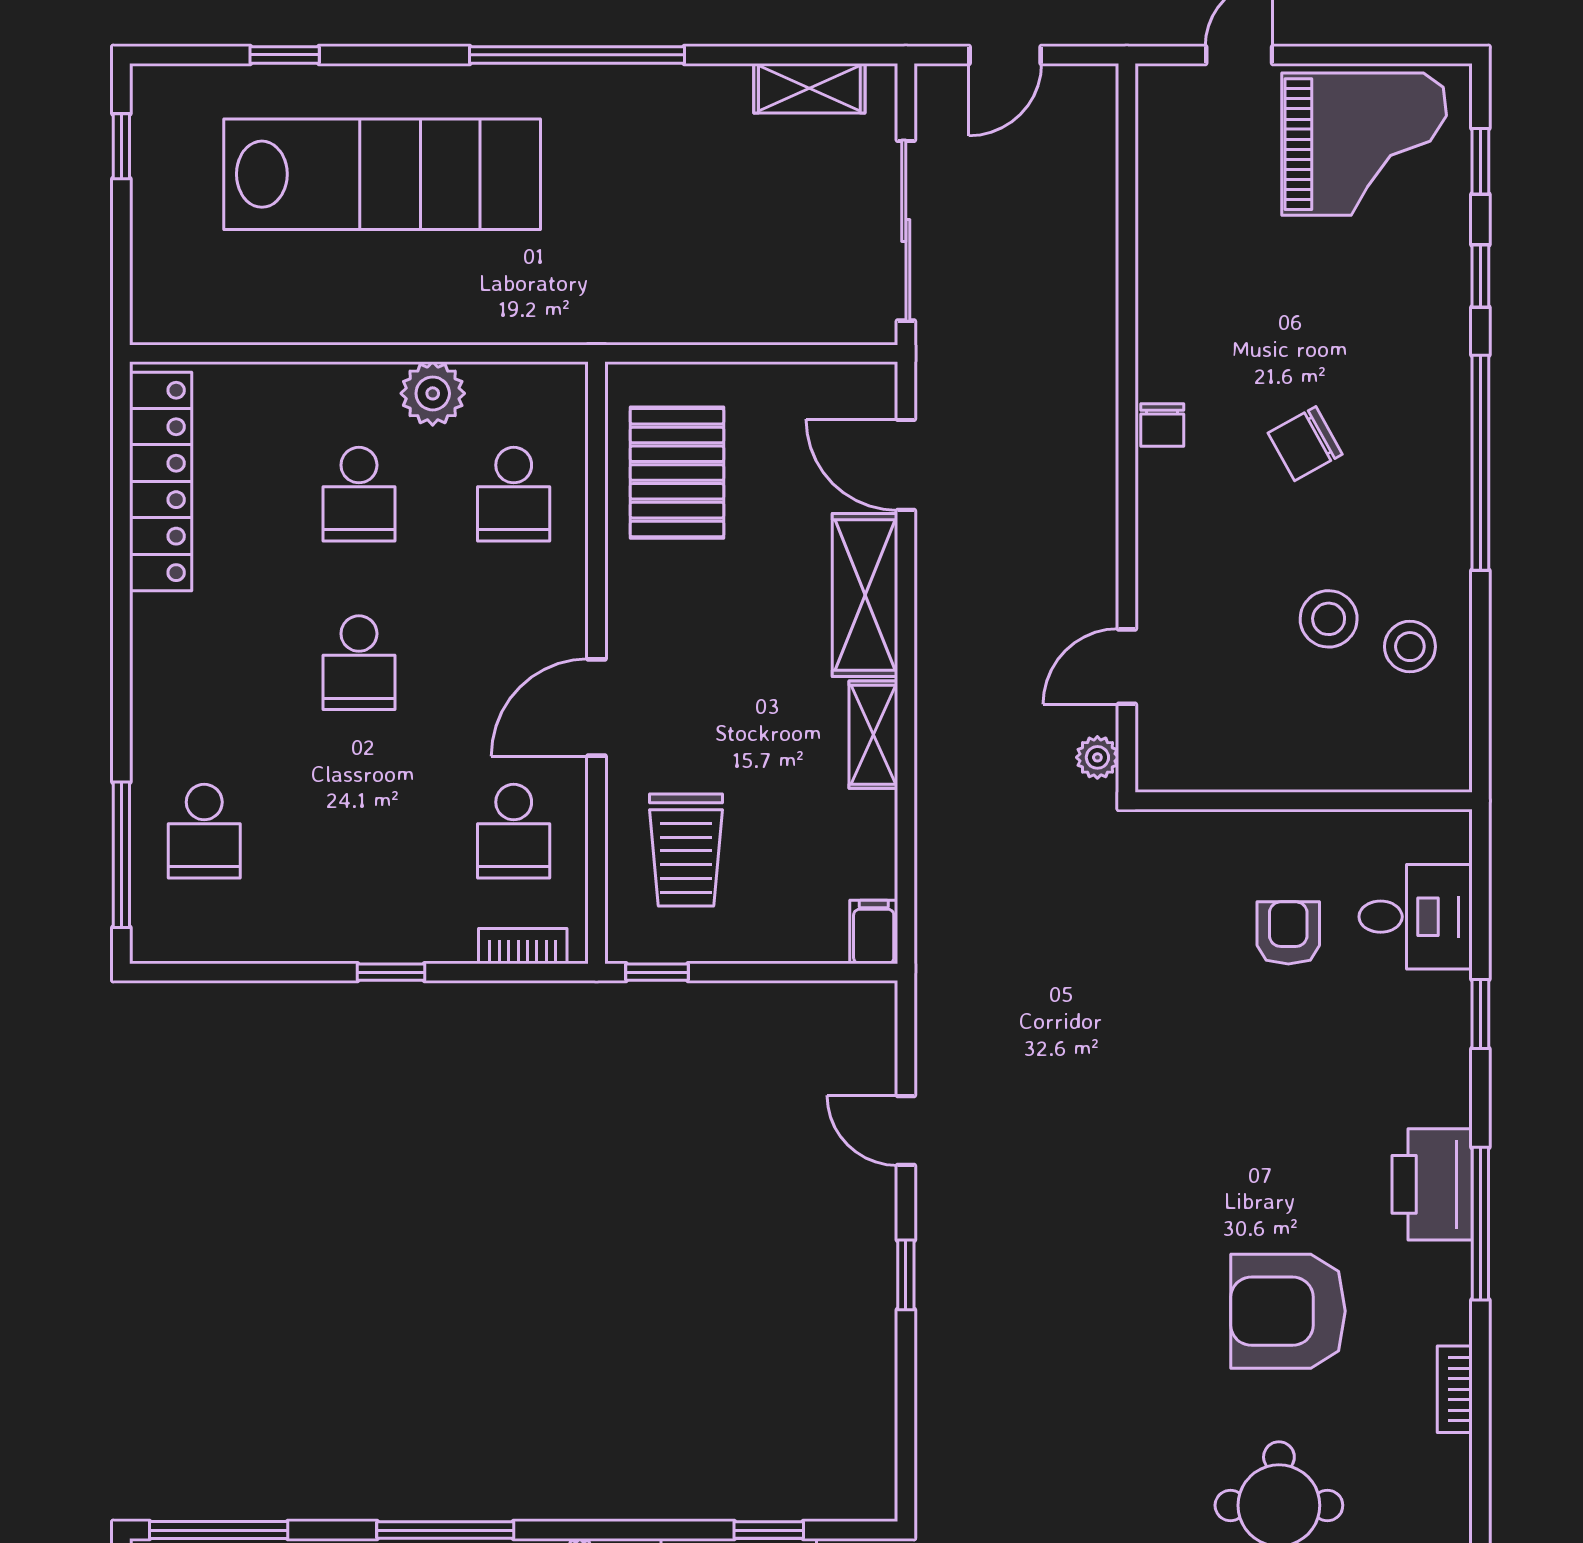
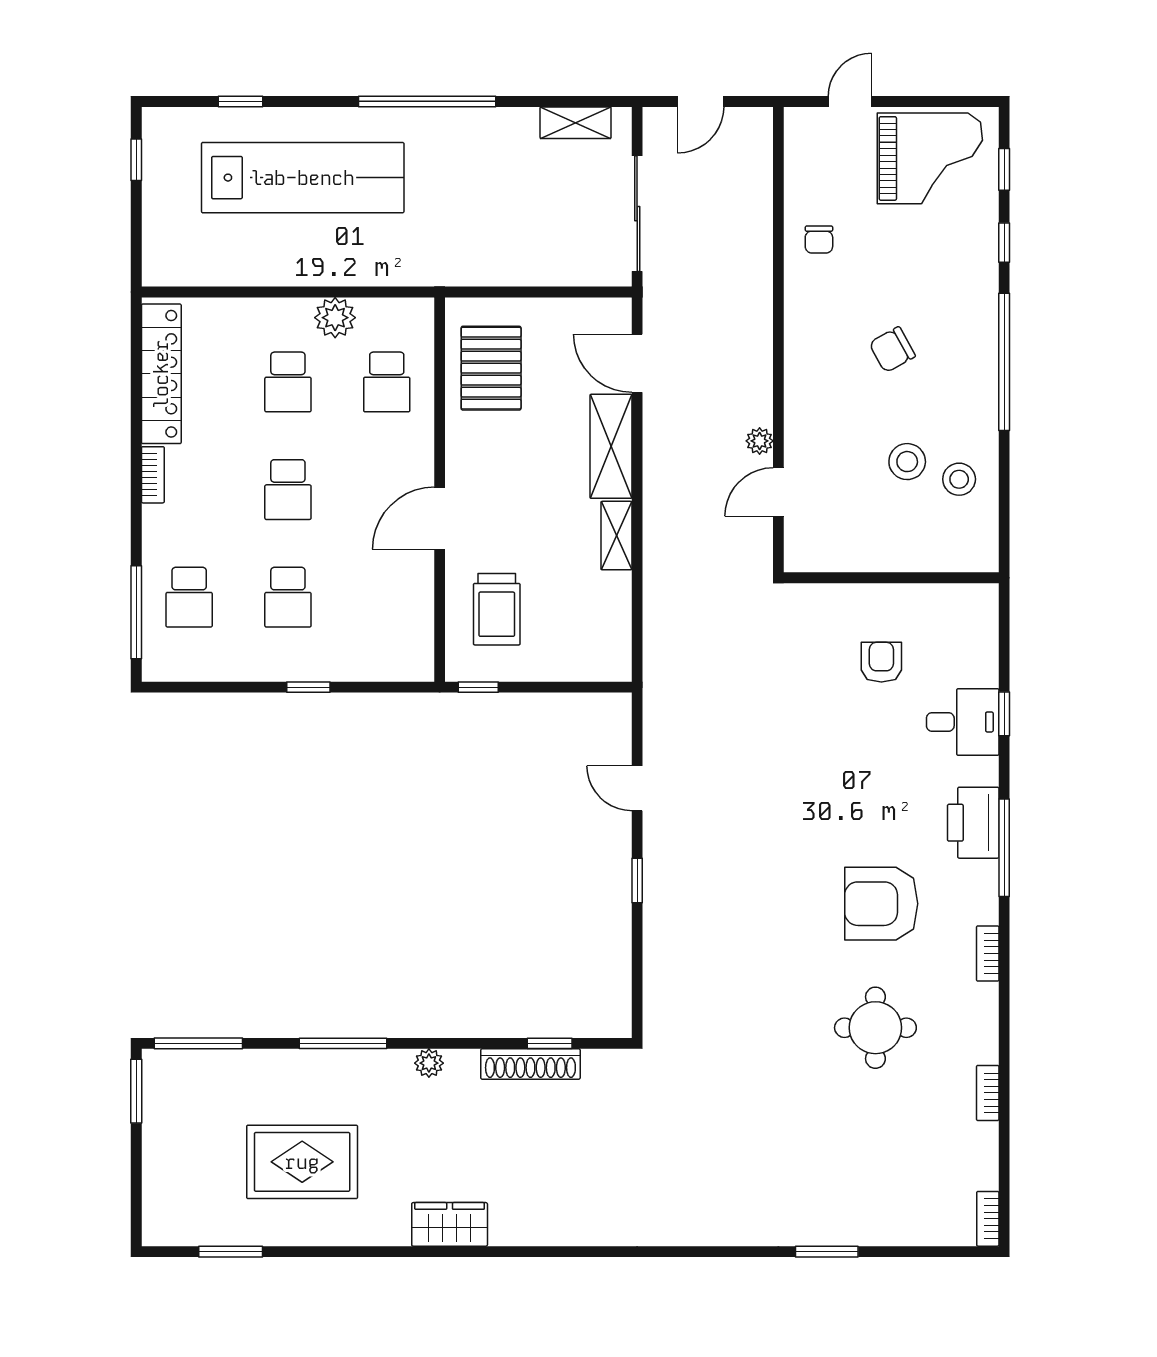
chair: (1162, 425) -> (819, 240), moved
plant: (1097, 757) -> (760, 441), moved
school desk: (514, 831) -> (288, 597), moved
desk: (1416, 917) -> (963, 722), moved
filing cabinet: (874, 932) -> (617, 662), removed
bookcase: (523, 946) -> (153, 475), moved, turned 90

